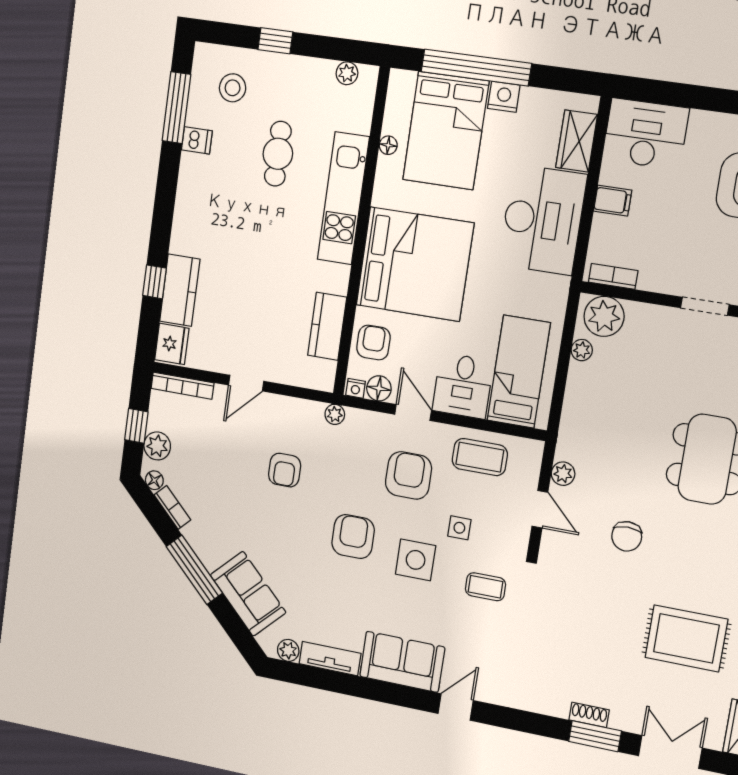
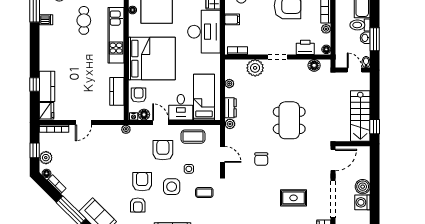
plant: (604, 316) -> (255, 68), moved
dresser: (575, 407) -> (231, 108), added
armchair: (285, 470) -> (138, 205), moved
plant: (563, 474) -> (230, 124), moved
rug: (686, 638) -> (294, 198), width x0.73, depth x0.70

